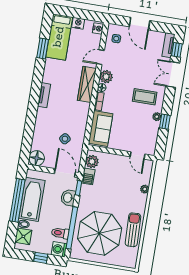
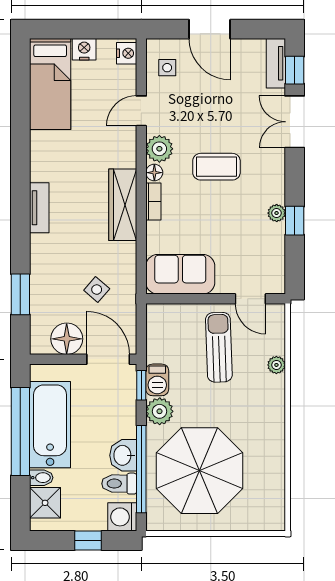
window: (43, 49) -> (20, 294), moved
wardrobe: (87, 84) -> (123, 205), moved
coffee table: (145, 97) -> (216, 167), moved
sofa: (101, 128) -> (180, 274), moved, turned -90
floor lamp: (37, 158) -> (67, 339), moved
plant: (92, 162) -> (160, 411), moved
barbecue: (88, 176) -> (157, 380), moved
washbasin: (68, 198) -> (123, 455), moved
sun lounger: (133, 230) -> (219, 347), moved

